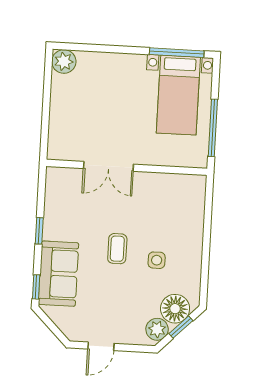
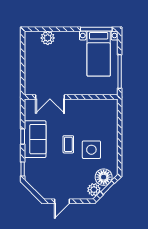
plant: (64, 62) -> (48, 38), moved
double door: (108, 166) -> (50, 97), moved
side table: (157, 260) -> (91, 150), width x1.87, depth x1.87
sofa: (58, 274) -> (35, 139), moved

